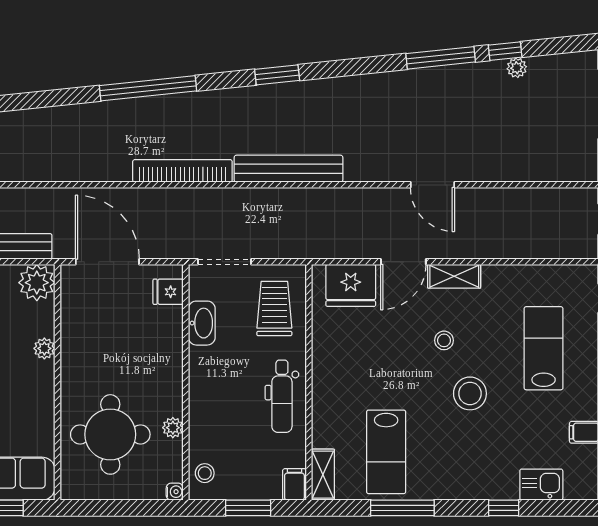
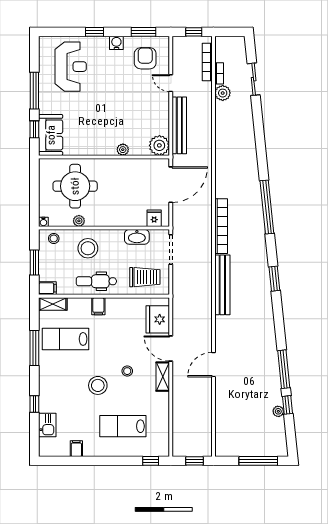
lab bench: (544, 348) -> (123, 426), turned 180
filing cabinet: (327, 393) -> (98, 306), added
stool: (222, 411) -> (88, 248), added

